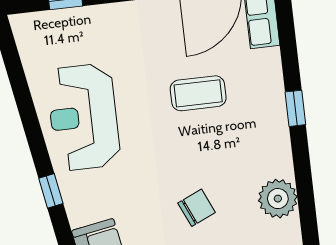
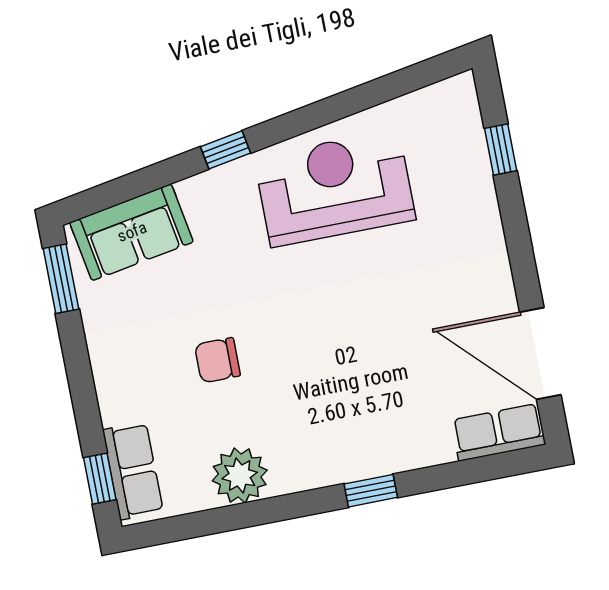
coffee table: (198, 93) -> (381, 350), removed
chair: (197, 208) -> (217, 360), turned 114

